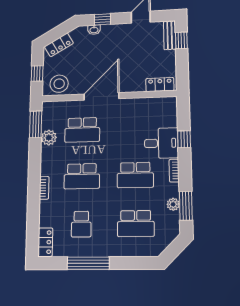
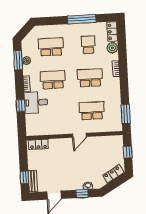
stool: (59, 84) -> (111, 144), removed
door: (101, 96) -> (79, 135), width x0.53
plant: (49, 138) -> (112, 48), moved

